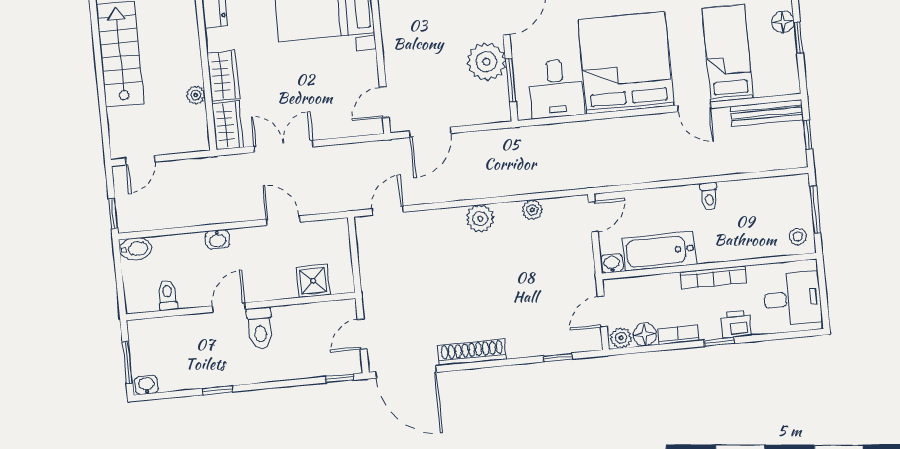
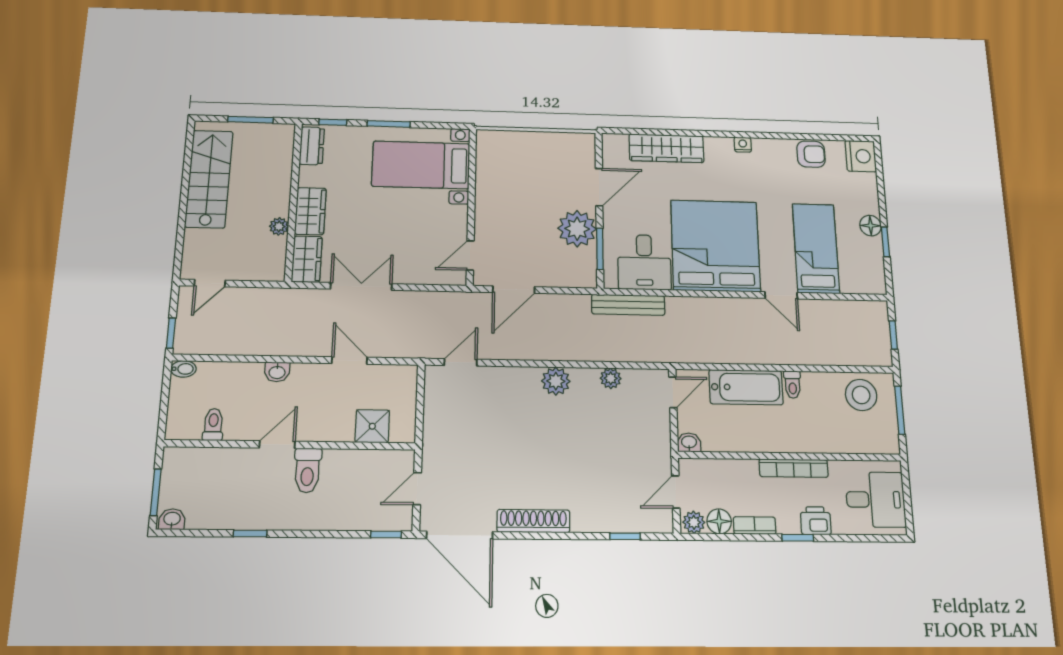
bench: (767, 113) -> (628, 305), moved
stool: (798, 236) -> (861, 395), moved, width x1.89, depth x1.89
bidet: (135, 249) -> (183, 369), width x0.72, depth x0.74
bathtub: (660, 251) -> (746, 387), moved, turned 180

